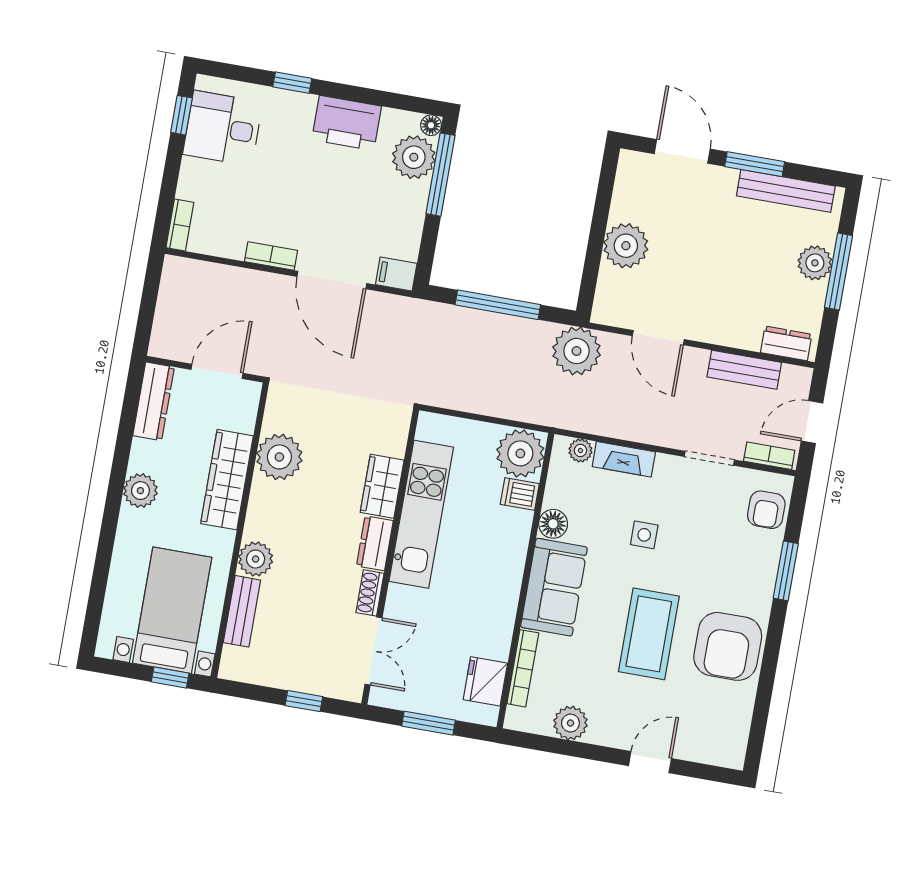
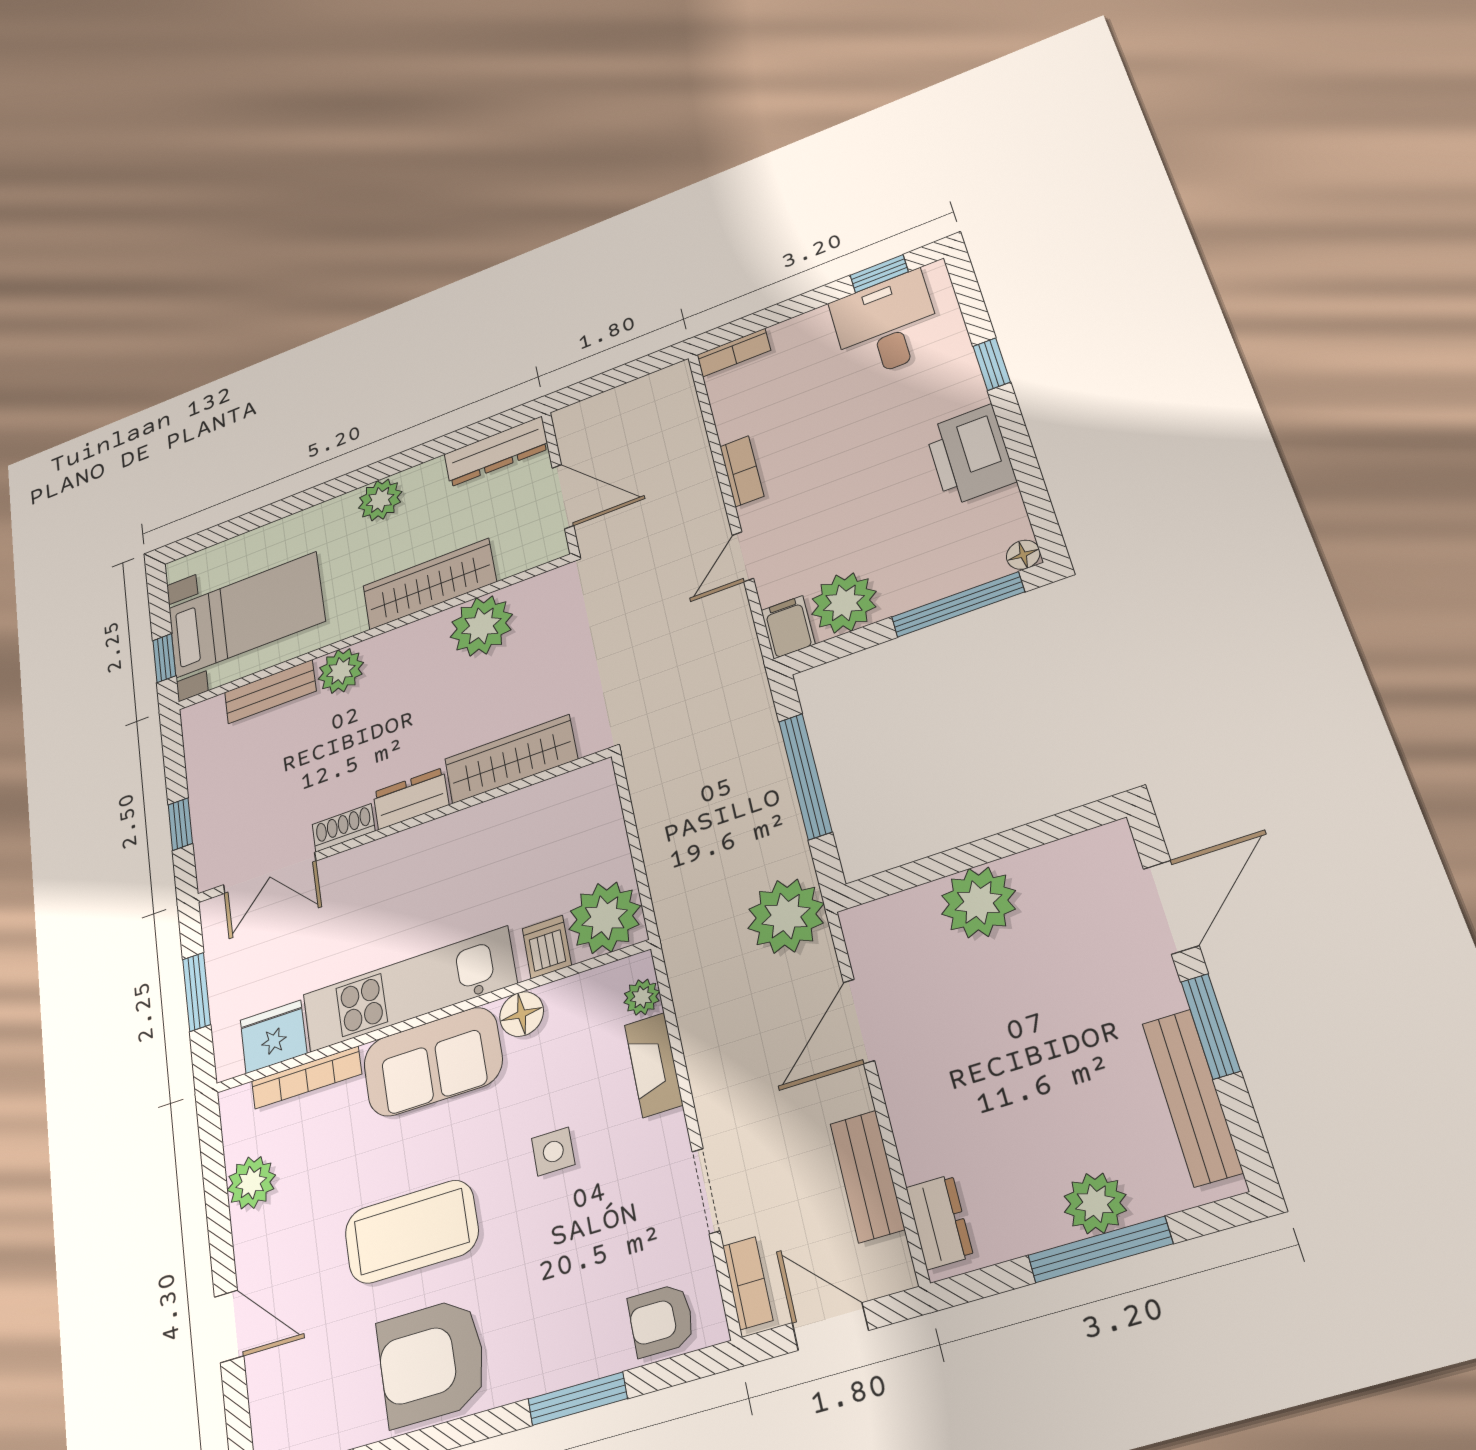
plant: (414, 157) -> (844, 603), moved
door: (332, 280) -> (743, 557), width x0.53
wardrobe: (382, 486) -> (511, 759), width x1.50
kitchen unit: (421, 514) -> (409, 989), moved, turned 180

